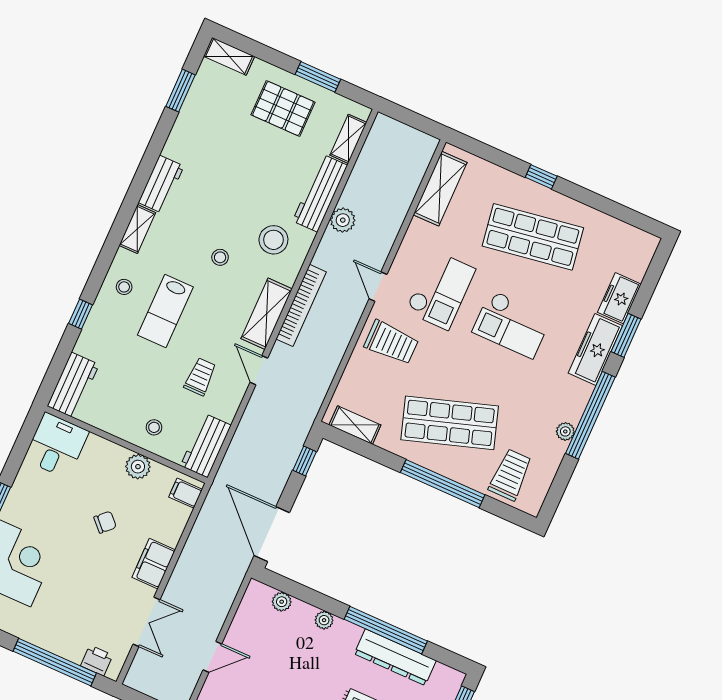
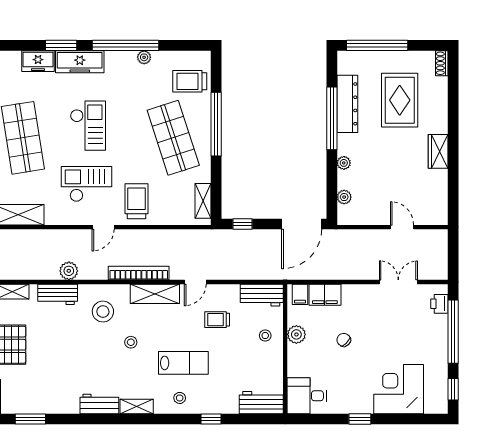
workbench: (320, 193) -> (58, 294), width x0.73
filing cabinet: (154, 564) -> (325, 295), moved

